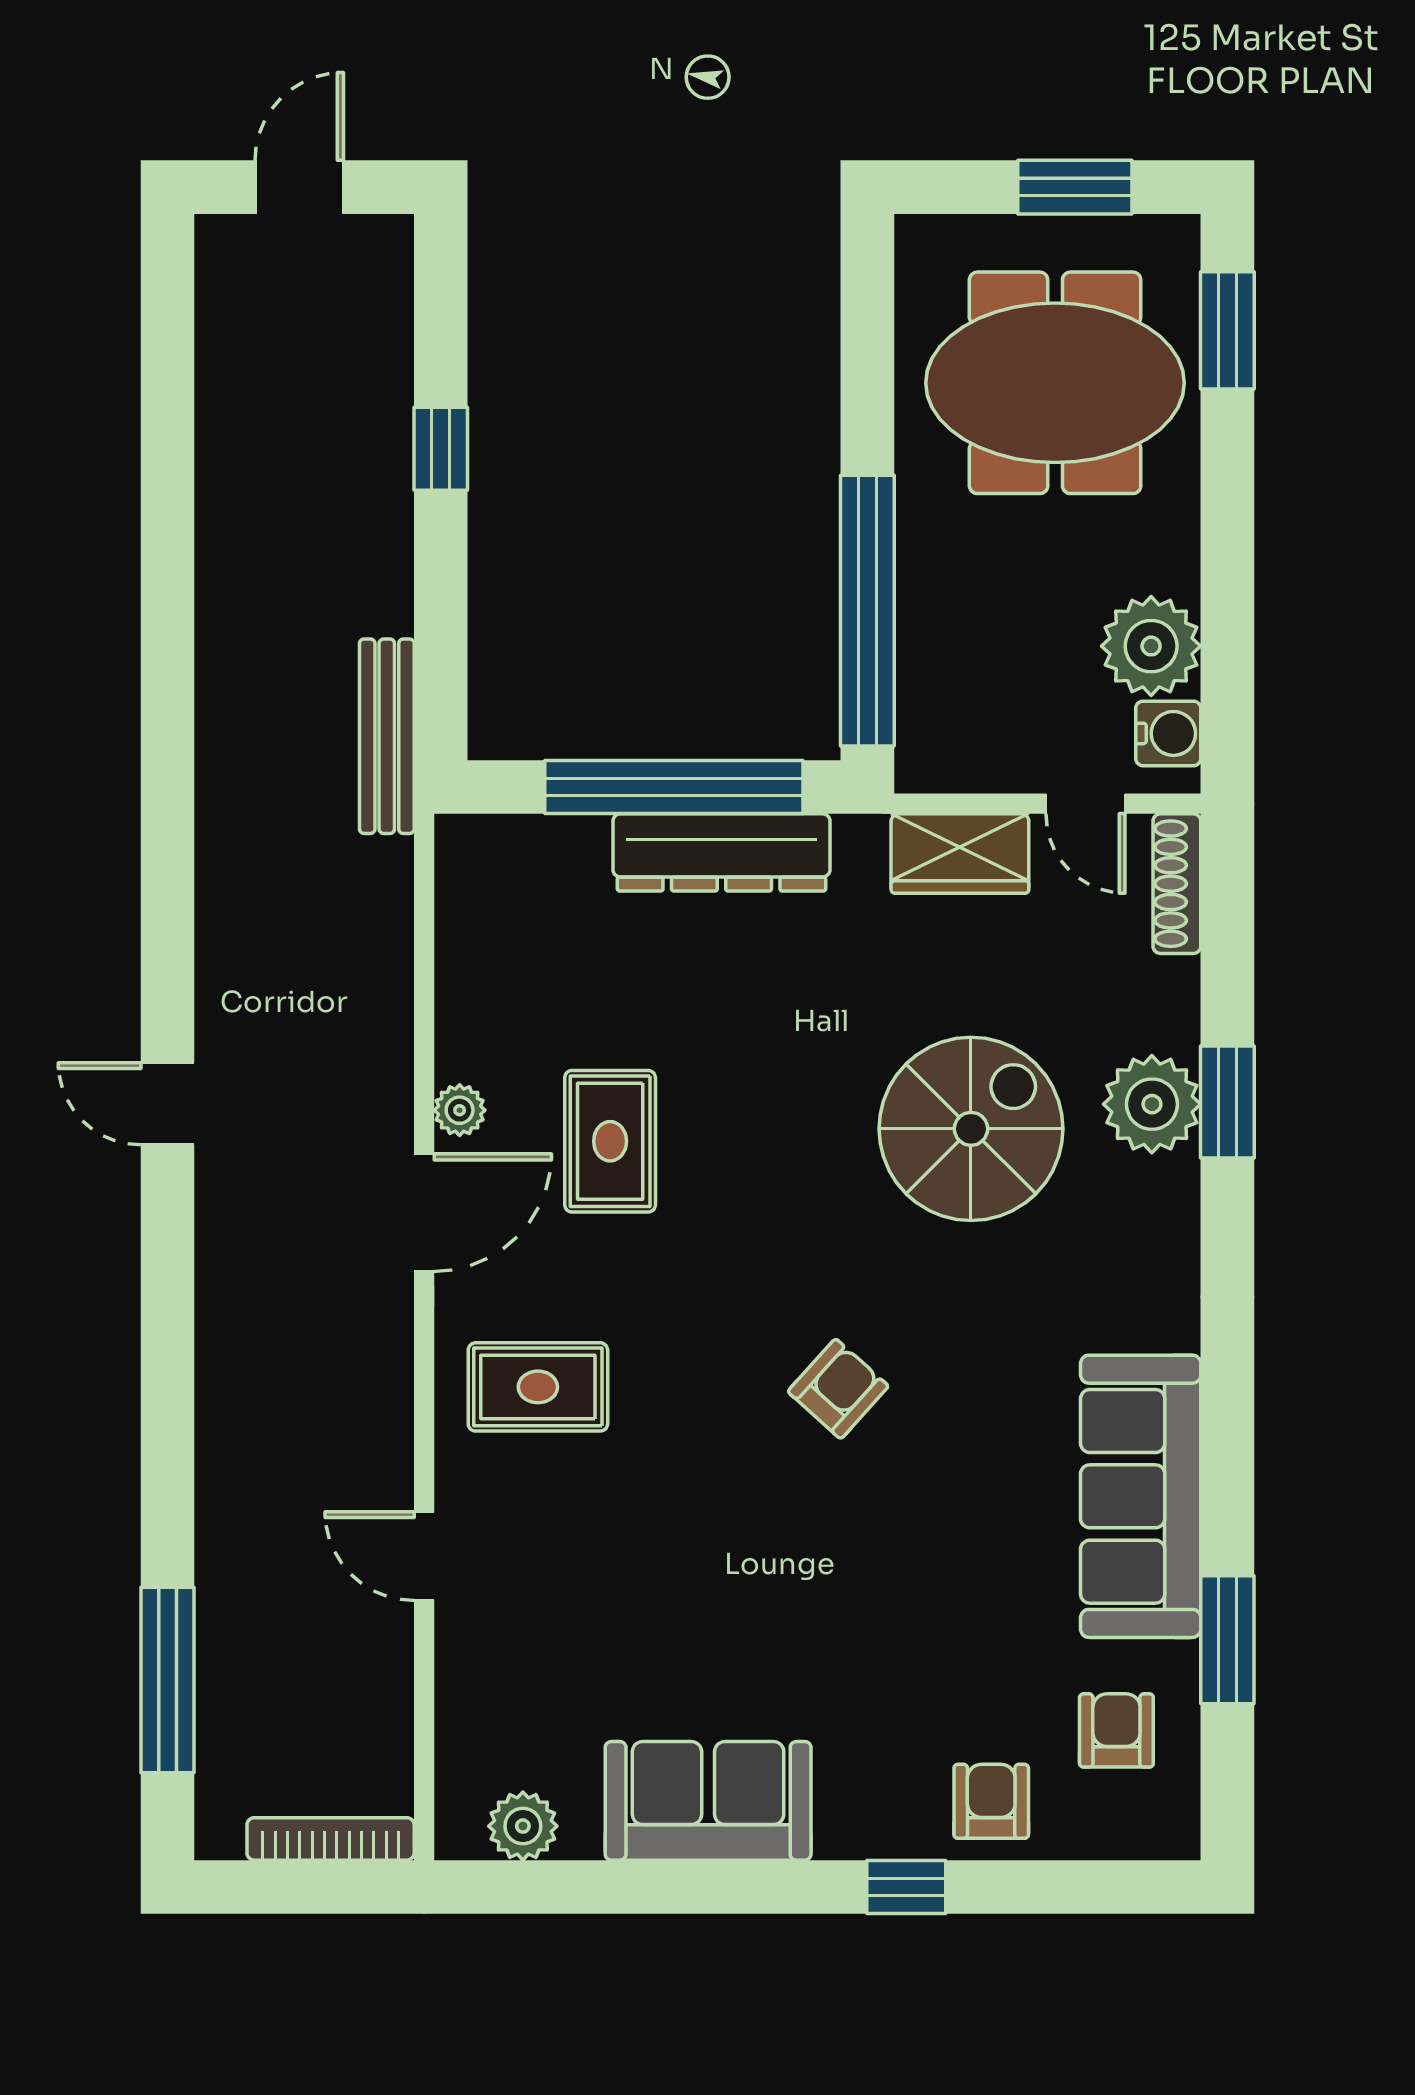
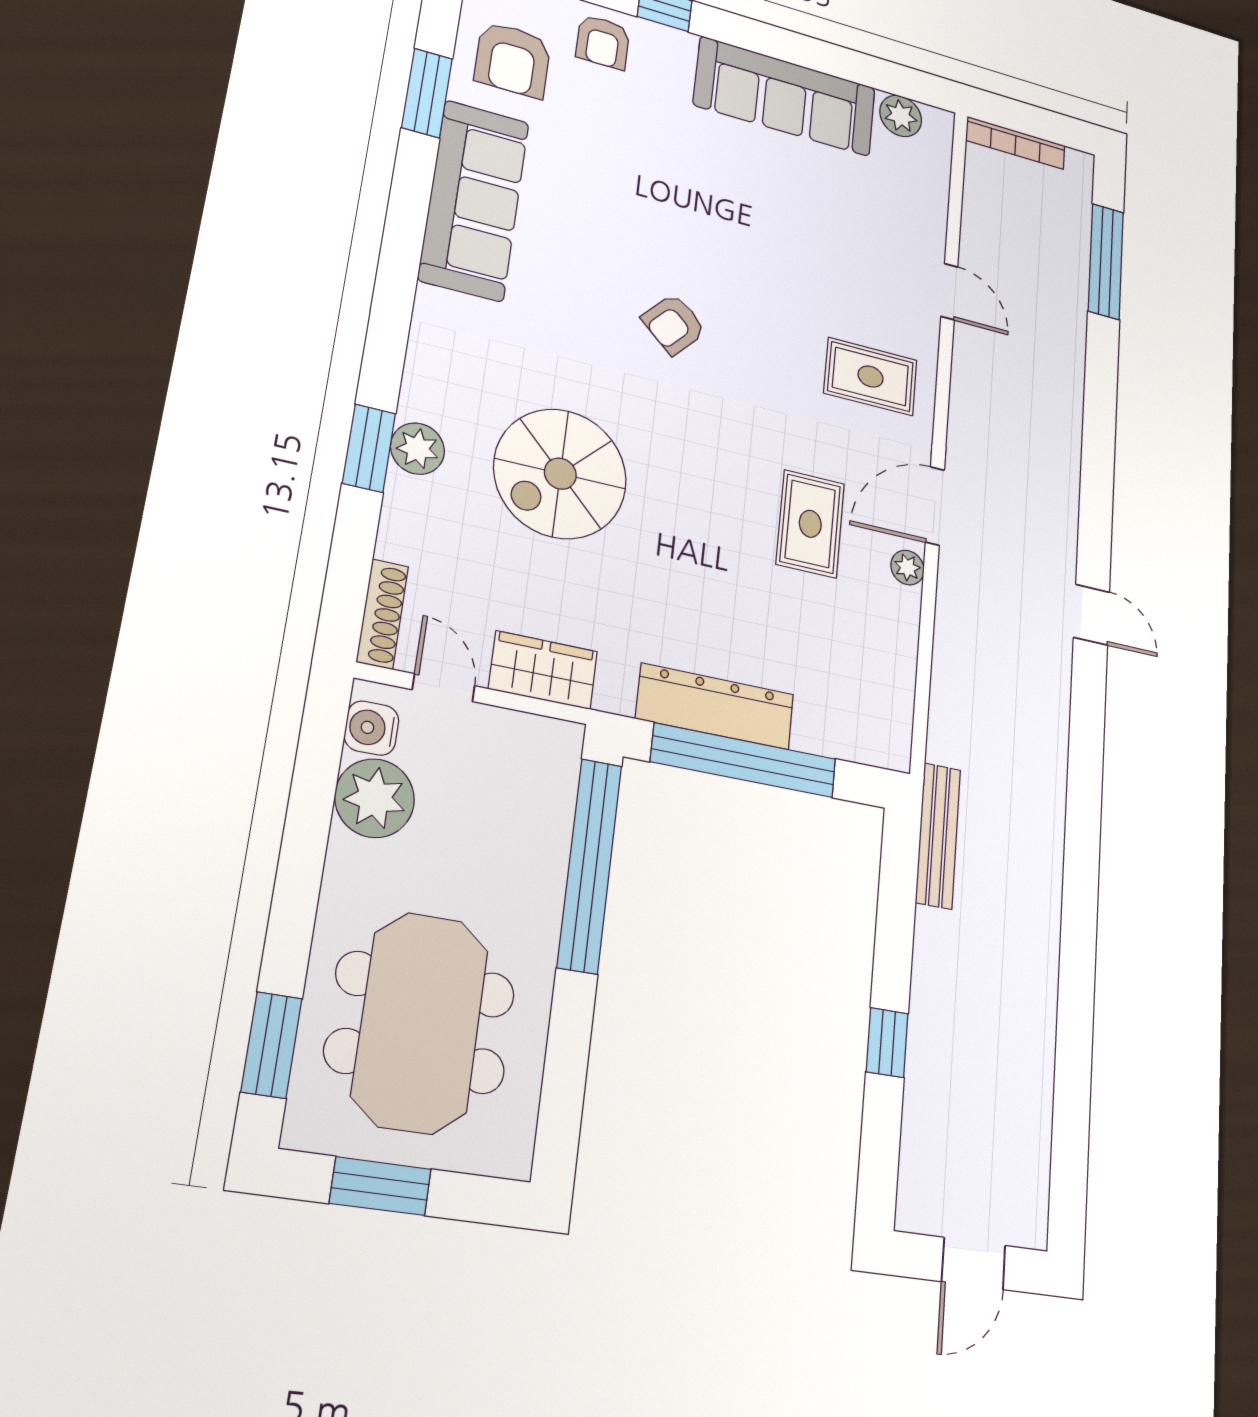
meeting table: (1055, 383) -> (420, 1022), turned 90
plant: (1152, 1104) -> (418, 449), width x0.73, depth x0.73
armchair: (1116, 1730) -> (513, 60), width x1.38, depth x1.38
sofa: (708, 1801) -> (785, 96), width x1.36

